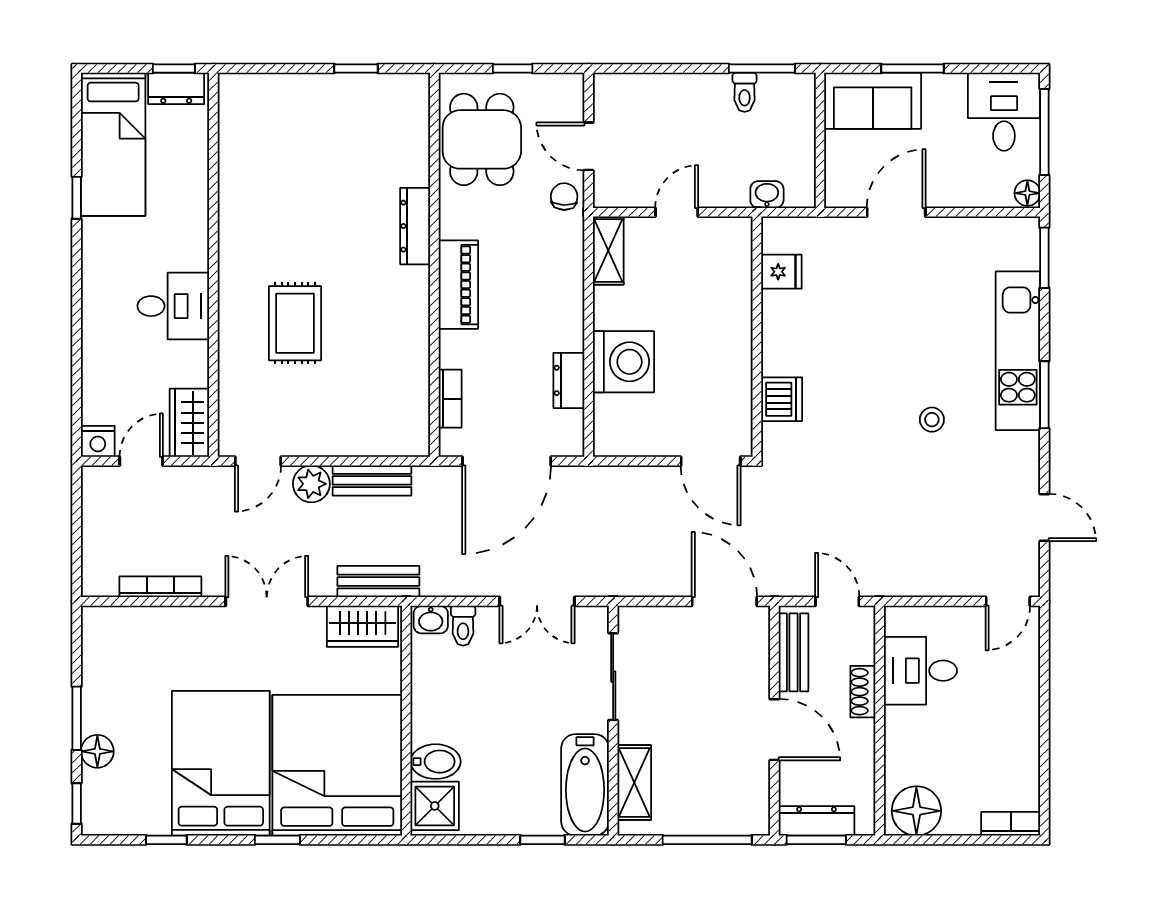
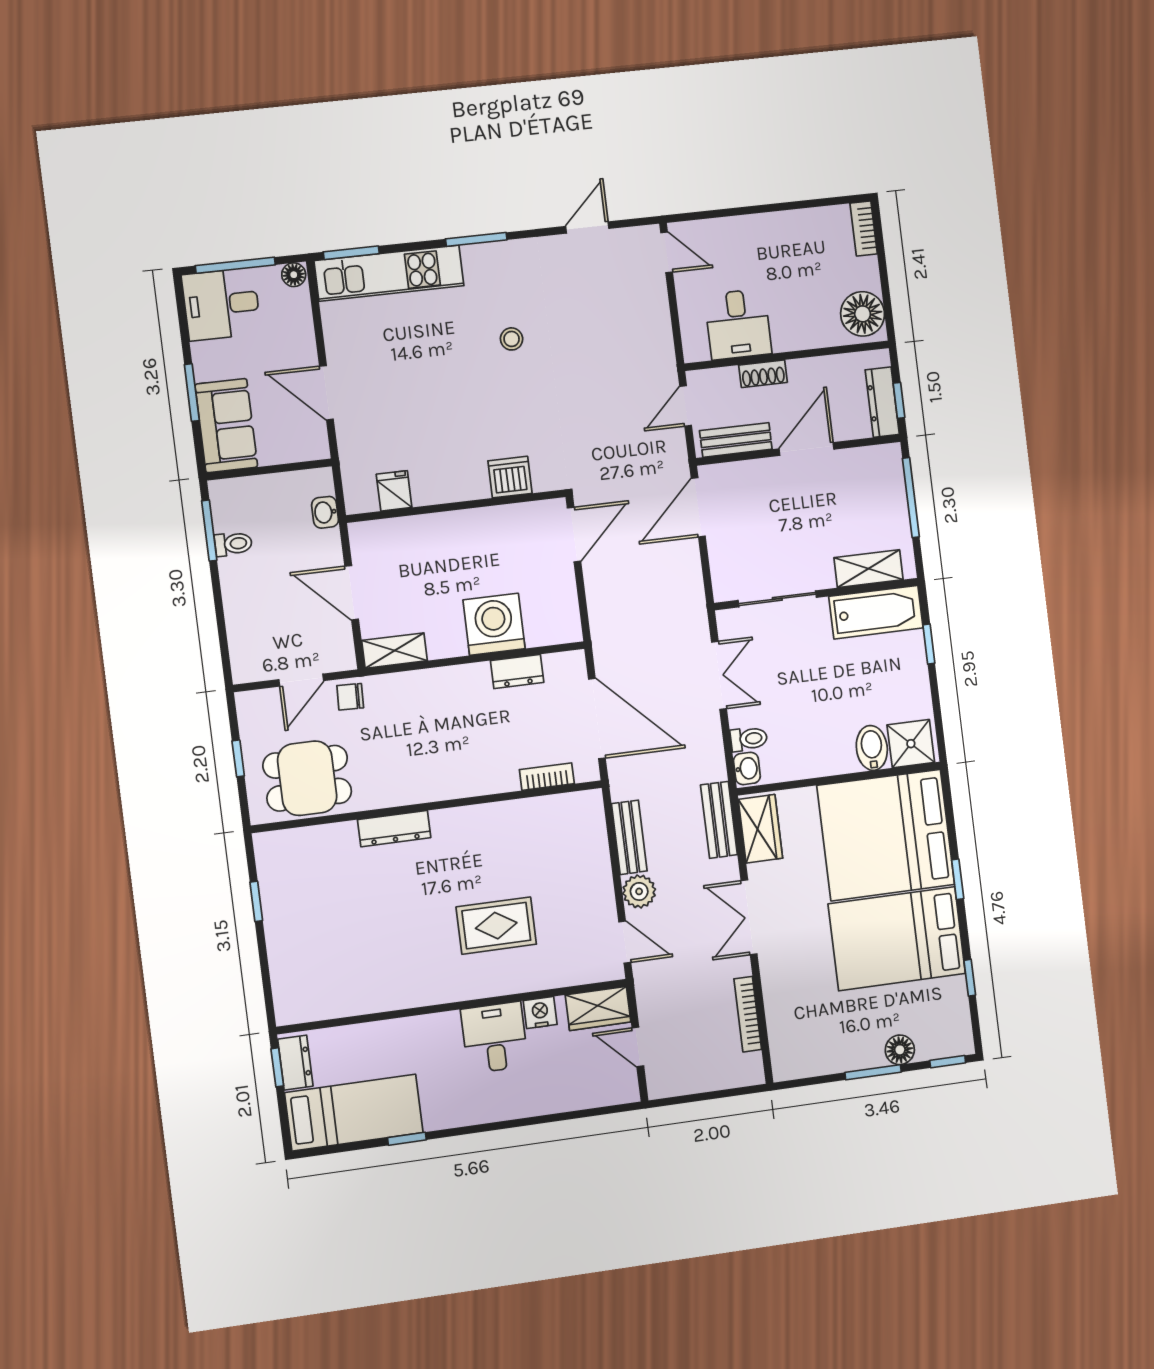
door: (677, 212) -> (352, 593), width x1.38
piano: (458, 285) -> (443, 783), removed
kitchen unit: (1018, 351) -> (389, 273), moved
nightstand: (98, 441) -> (540, 1013), moved, turned -90
window: (816, 840) -> (899, 400), width x0.67

